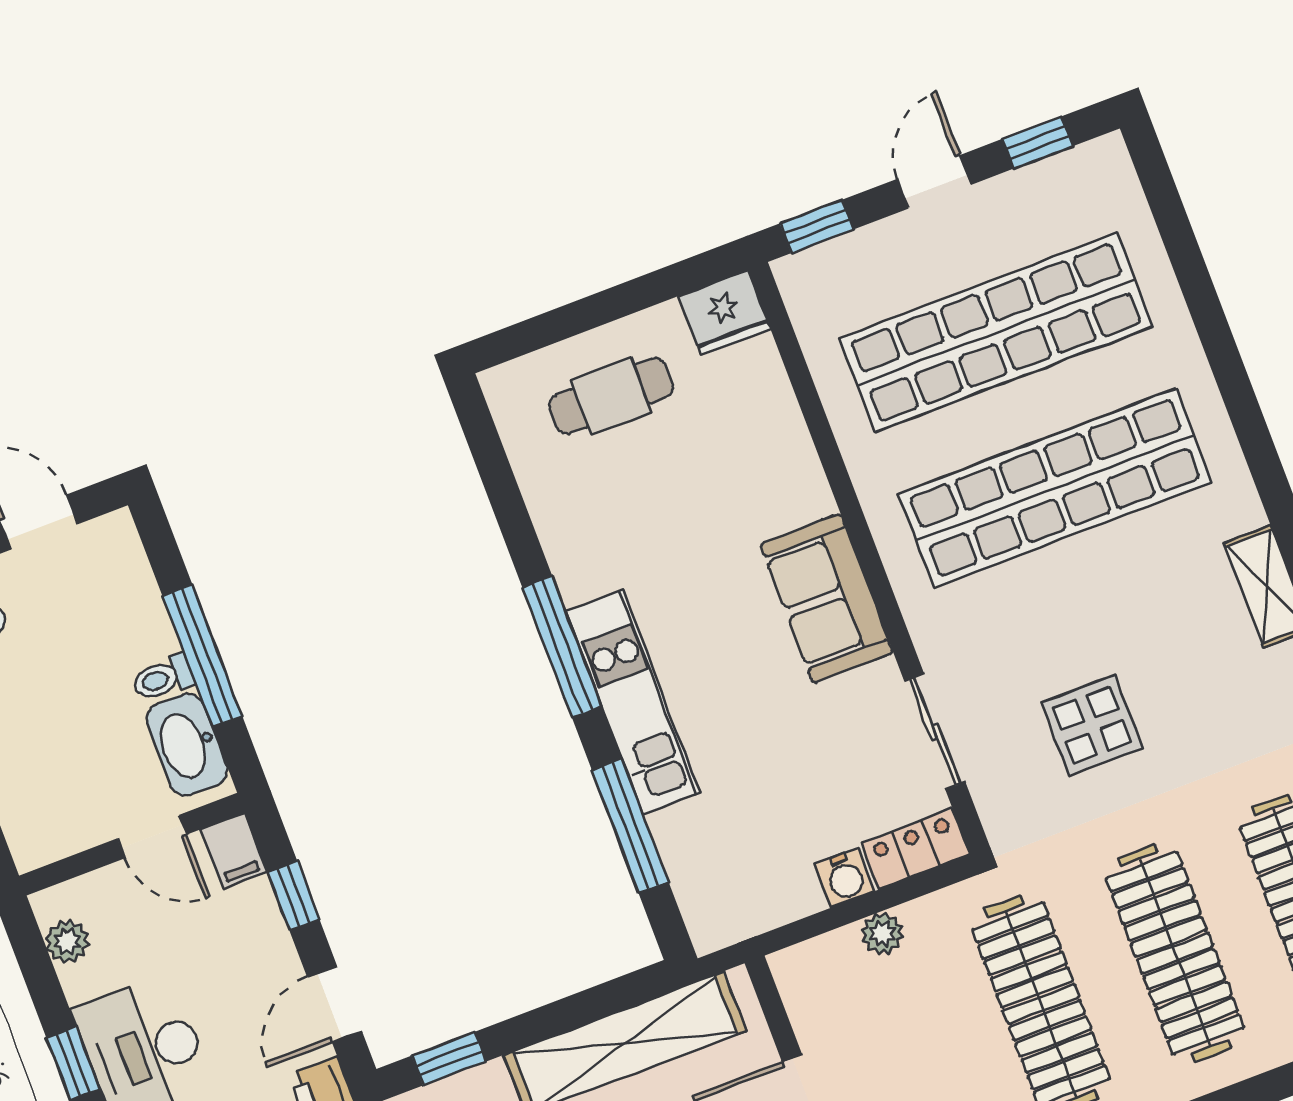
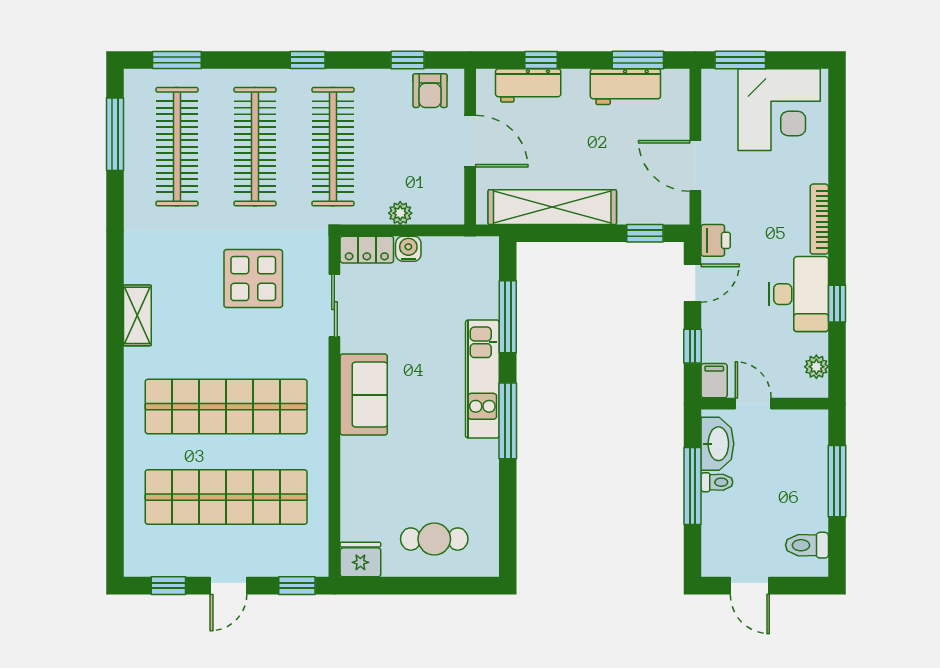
display table: (1092, 725) -> (253, 279), width x1.36, depth x1.36

